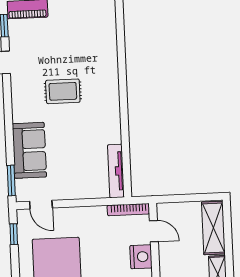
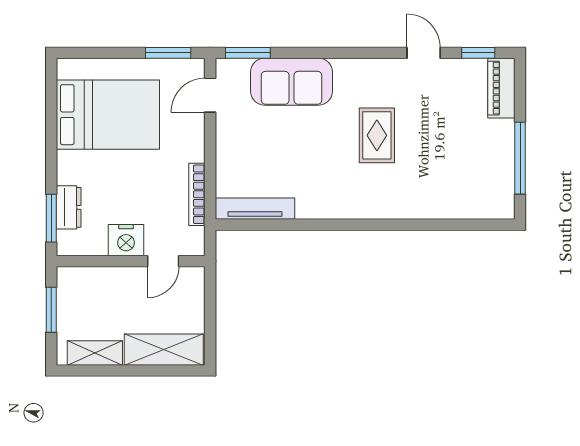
bookcase: (128, 210) -> (197, 194), moved
window: (14, 234) -> (168, 53), width x1.50

